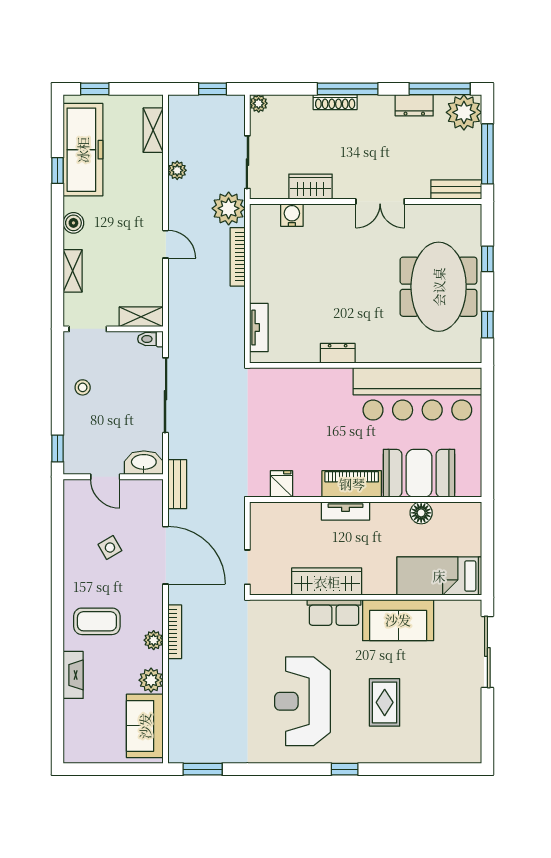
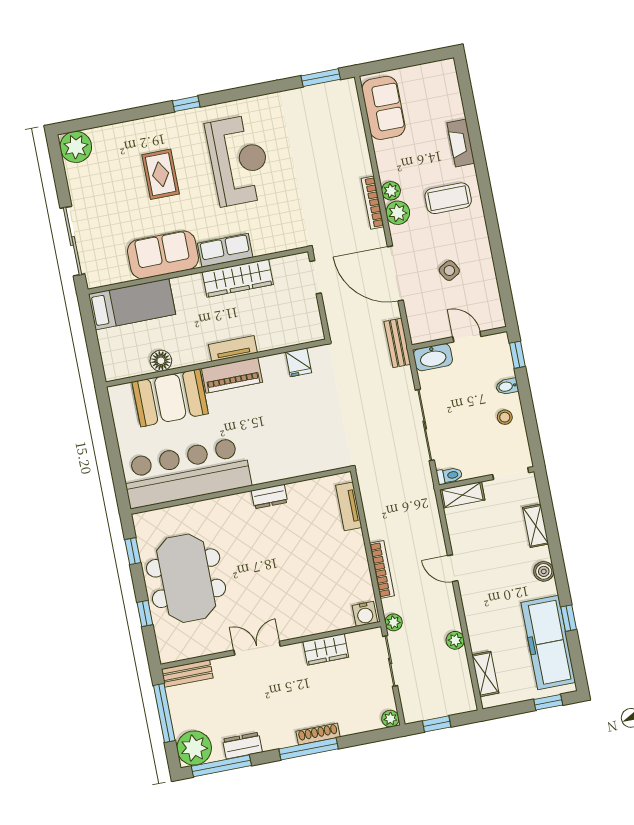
plant: (229, 208) -> (394, 622), width x0.53, depth x0.53
water cooler: (292, 215) -> (365, 614), moved
bidet: (74, 418) -> (507, 386), added
plant: (151, 680) -> (398, 213), moved
plant: (465, 747) -> (76, 147), added

